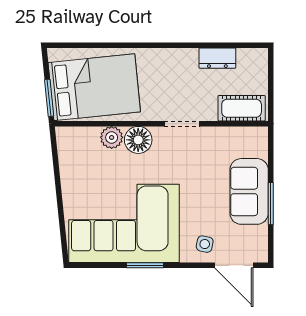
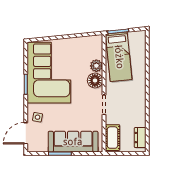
dresser: (217, 58) -> (140, 138), moved
bed: (94, 87) -> (119, 57), width x0.67
sofa: (249, 191) -> (73, 142), width x1.36

